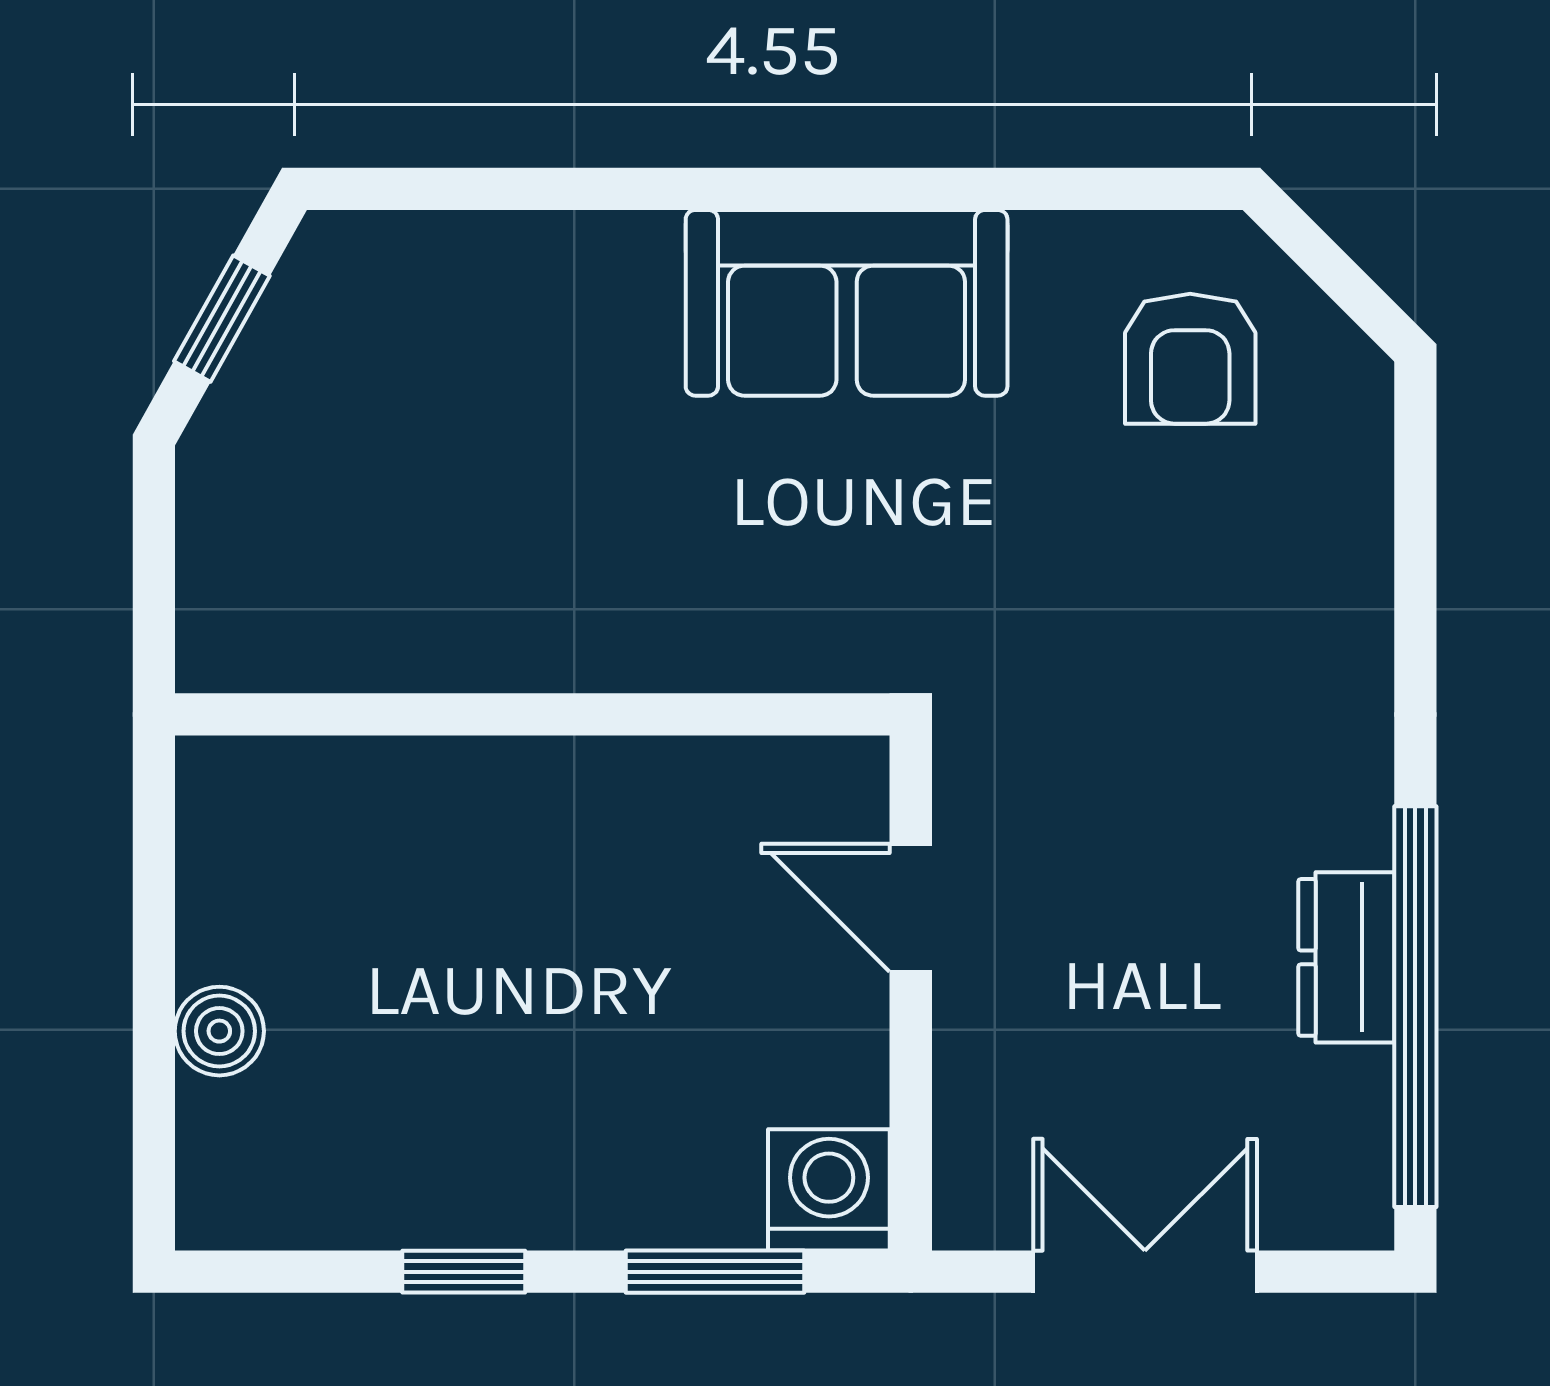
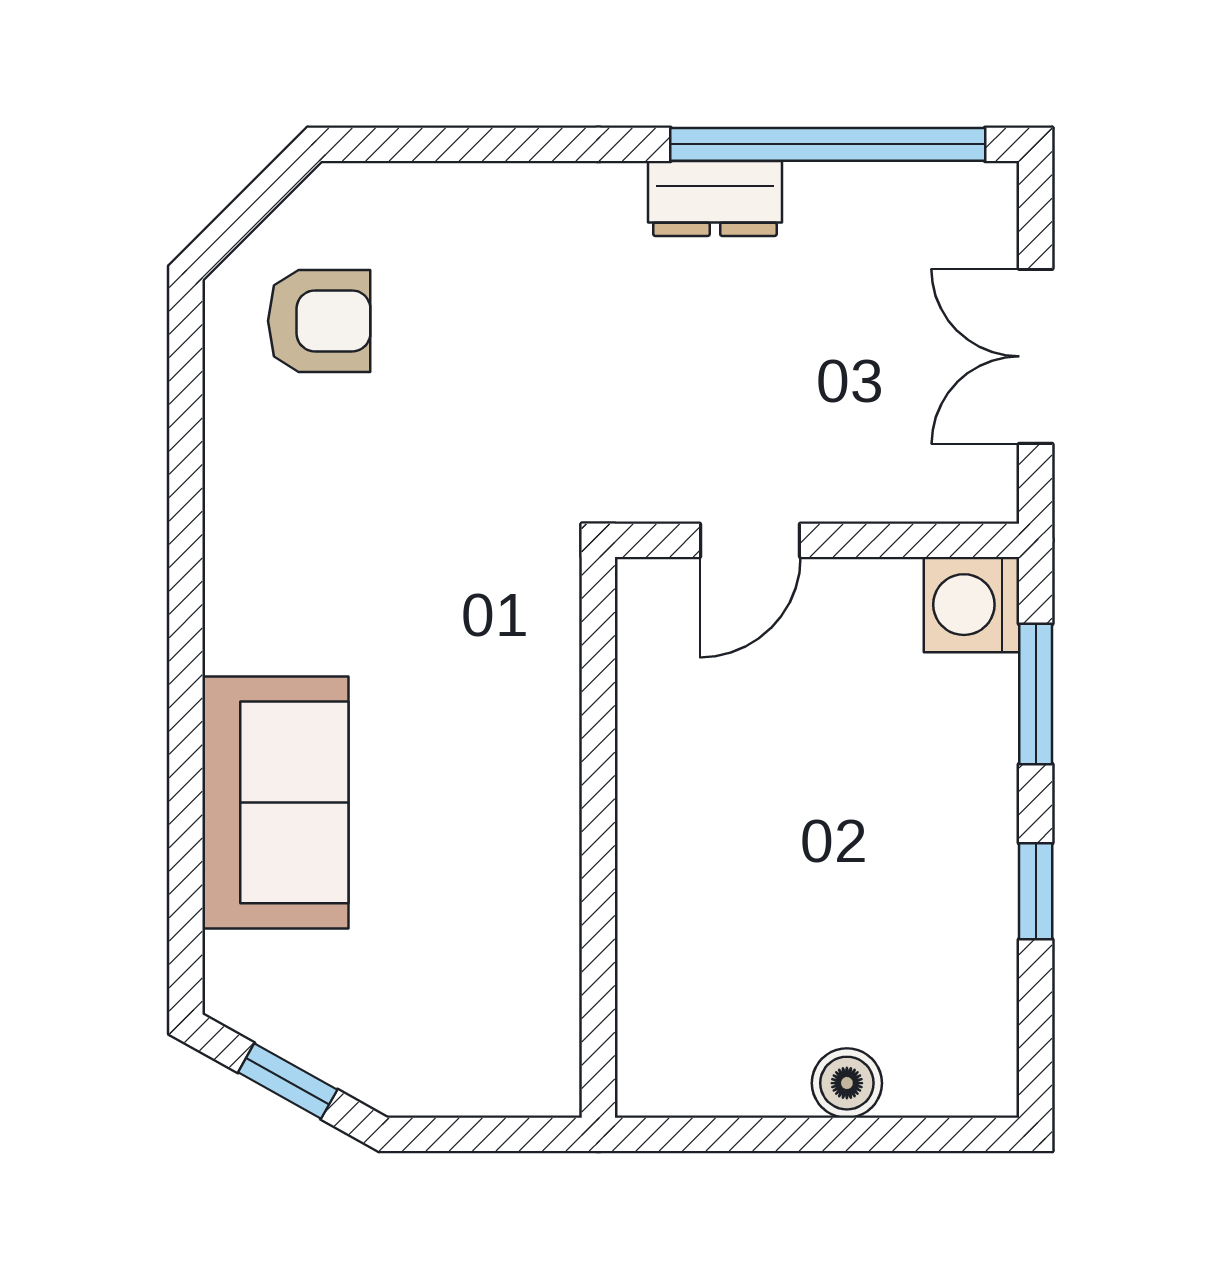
sofa: (847, 303) -> (275, 802), moved
dresser: (1346, 957) -> (715, 198), moved

